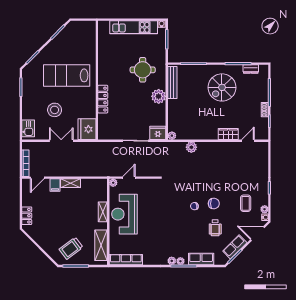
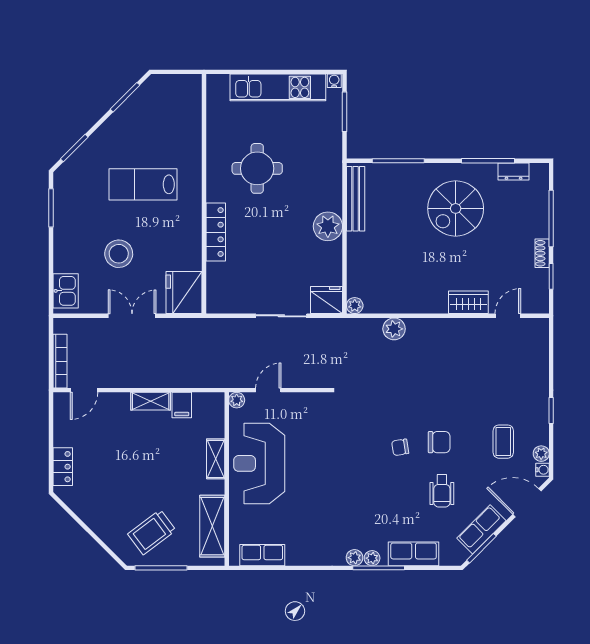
round table: (143, 70) -> (257, 168), moved
lab bench: (67, 75) -> (143, 184), width x0.73, depth x0.72
filing cabinet: (55, 185) -> (182, 405), moved
row of seats: (126, 260) -> (262, 555), width x0.68

